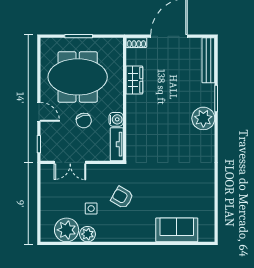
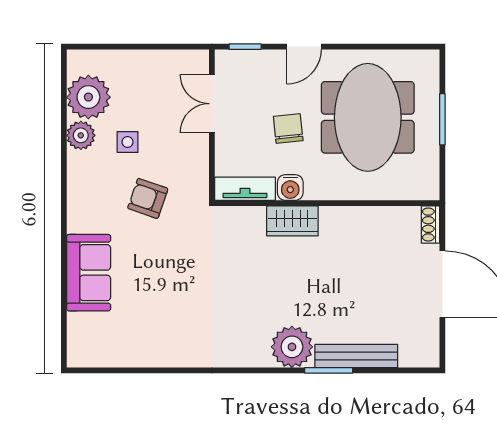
bench: (208, 60) -> (356, 356), moved
wardrobe: (134, 80) -> (292, 221), moved
chair: (84, 121) -> (288, 129), turned 100
armchair: (122, 197) -> (148, 198), turned -101
sofa: (177, 230) -> (89, 273), moved

